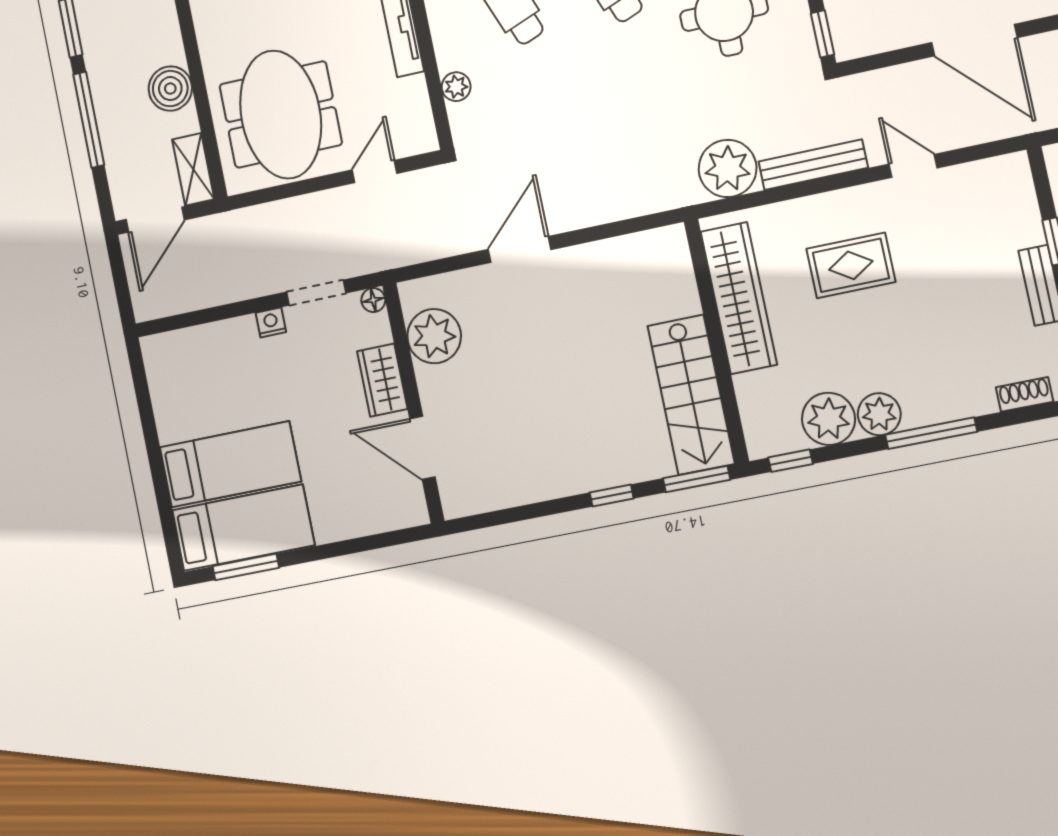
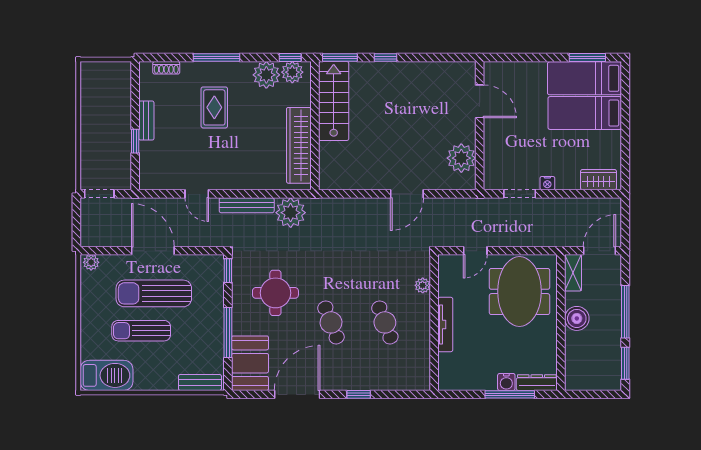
rug: (851, 265) -> (214, 107), moved, turned 90
floor lamp: (373, 300) -> (490, 184), removed
wardrobe: (382, 380) -> (599, 180), moved, turned -90
plant: (879, 414) -> (292, 72), moved

